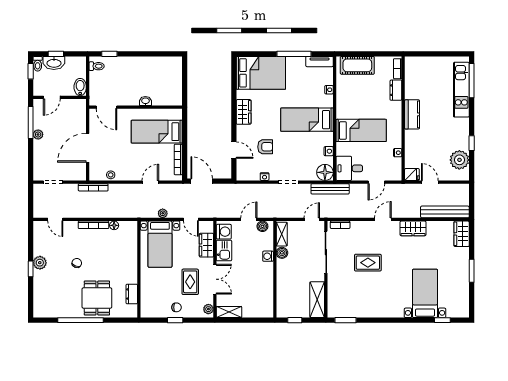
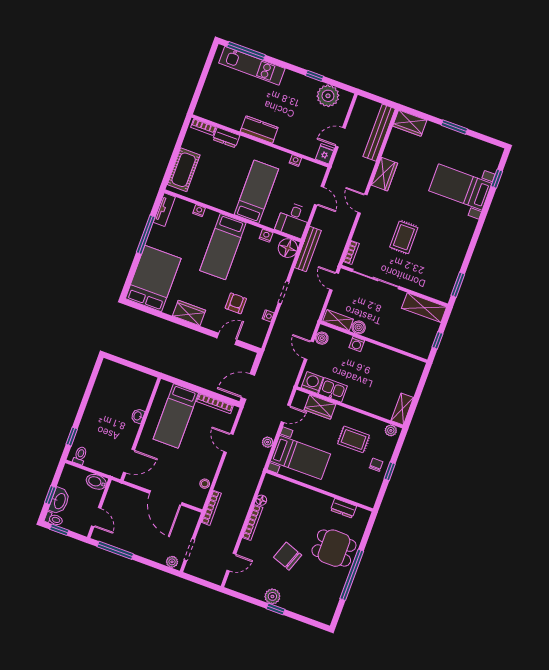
plant: (38, 134) -> (172, 562), moved
chair: (77, 263) -> (288, 556), width x1.87, depth x1.87
double door: (215, 279) -> (361, 411), removed

